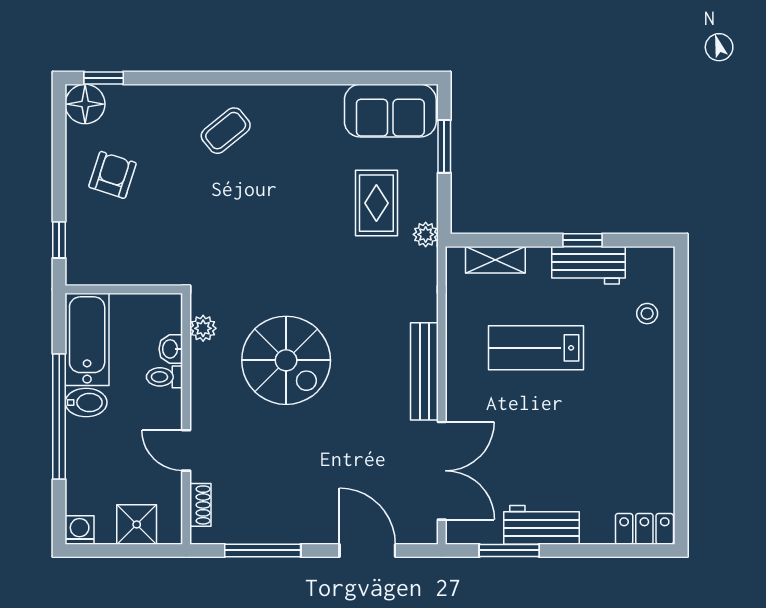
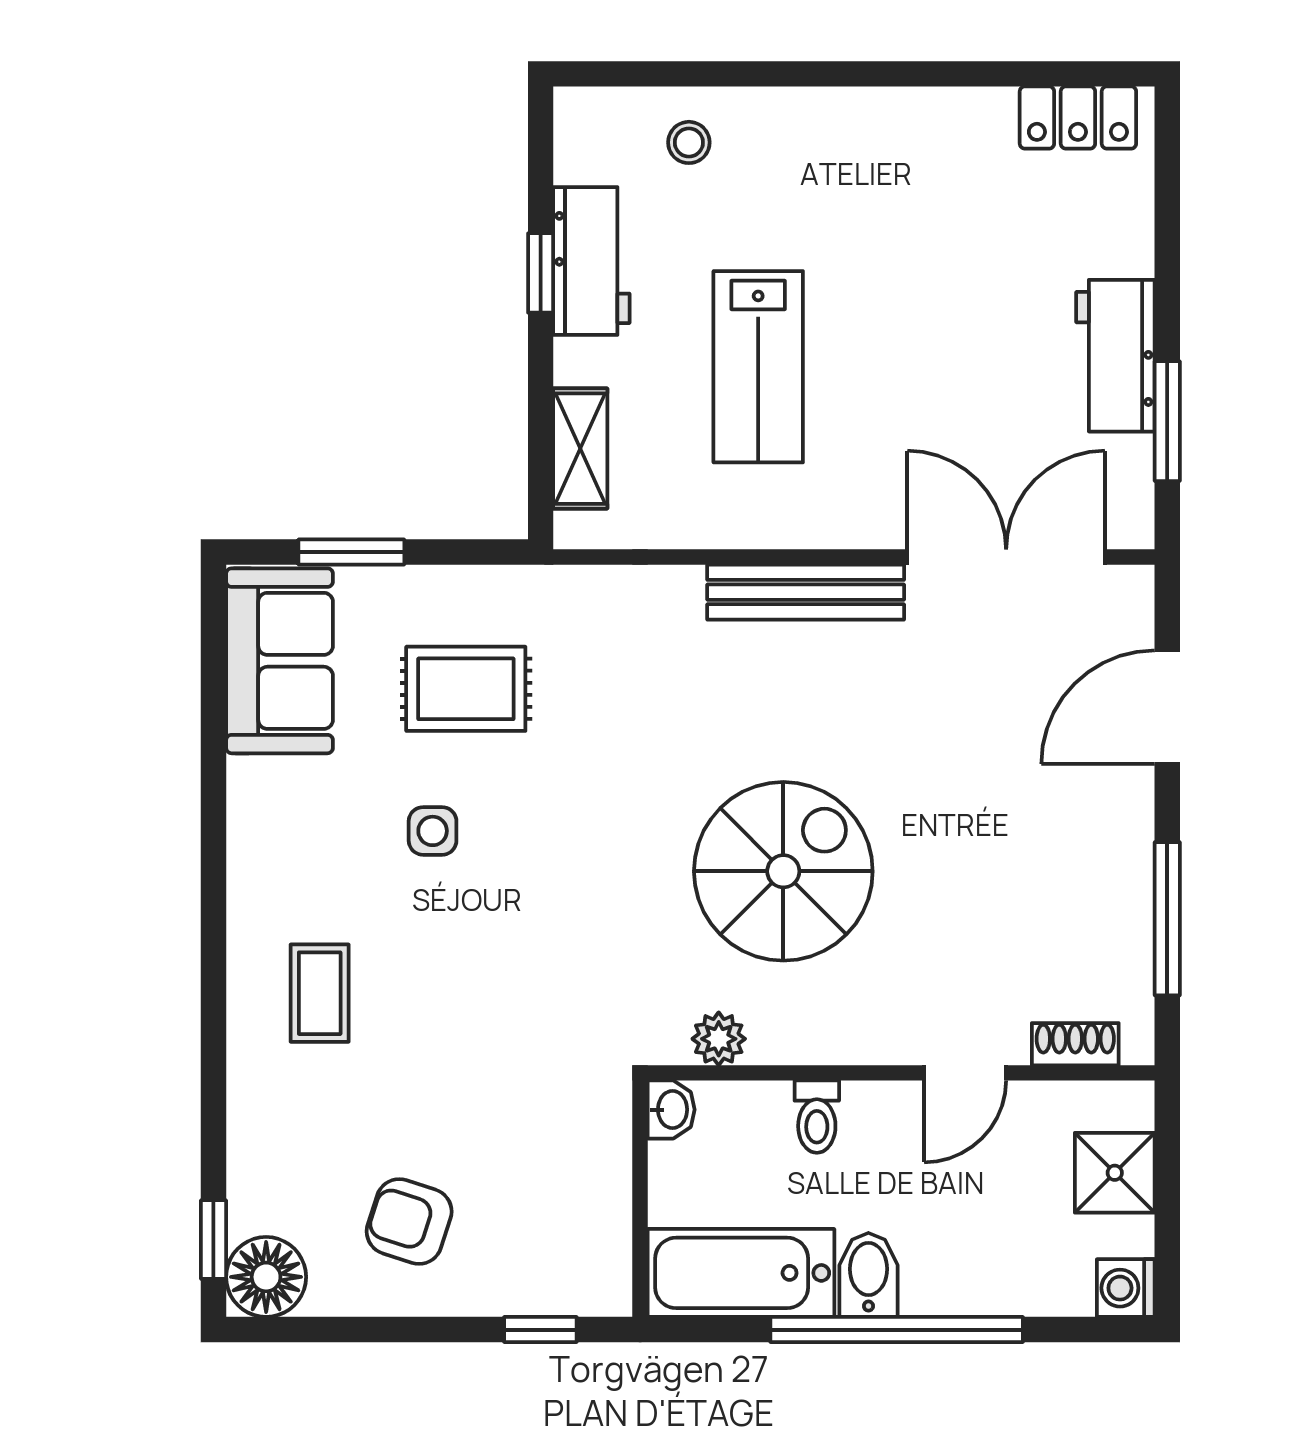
coffee table: (226, 131) -> (320, 993), turned 39
side table: (306, 187) -> (433, 831), added
plant: (426, 234) -> (529, 590), removed
washbasin: (171, 349) -> (671, 1110), moved, turned -90
locker: (644, 529) -> (1078, 118), moved, turned -90

